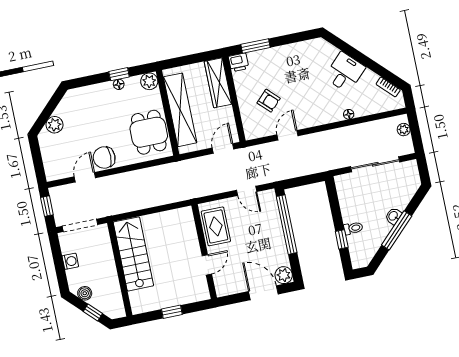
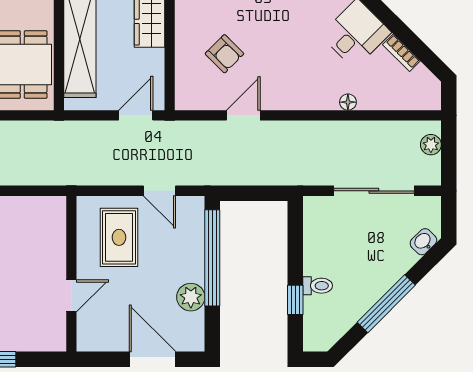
bookcase: (388, 87) -> (401, 53), moved
washbasin: (393, 216) -> (423, 242), moved
rug: (216, 226) -> (119, 237), moved
plant: (284, 275) -> (191, 297), moved

